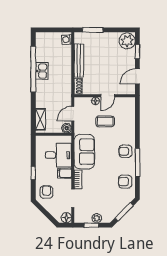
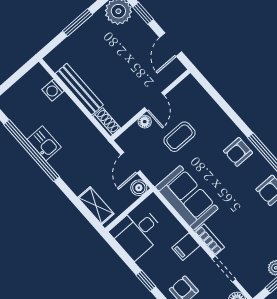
window: (93, 30) -> (78, 22), moved
washing machine: (67, 40) -> (53, 90), moved
desk: (58, 155) -> (137, 232), moved, turned 180

